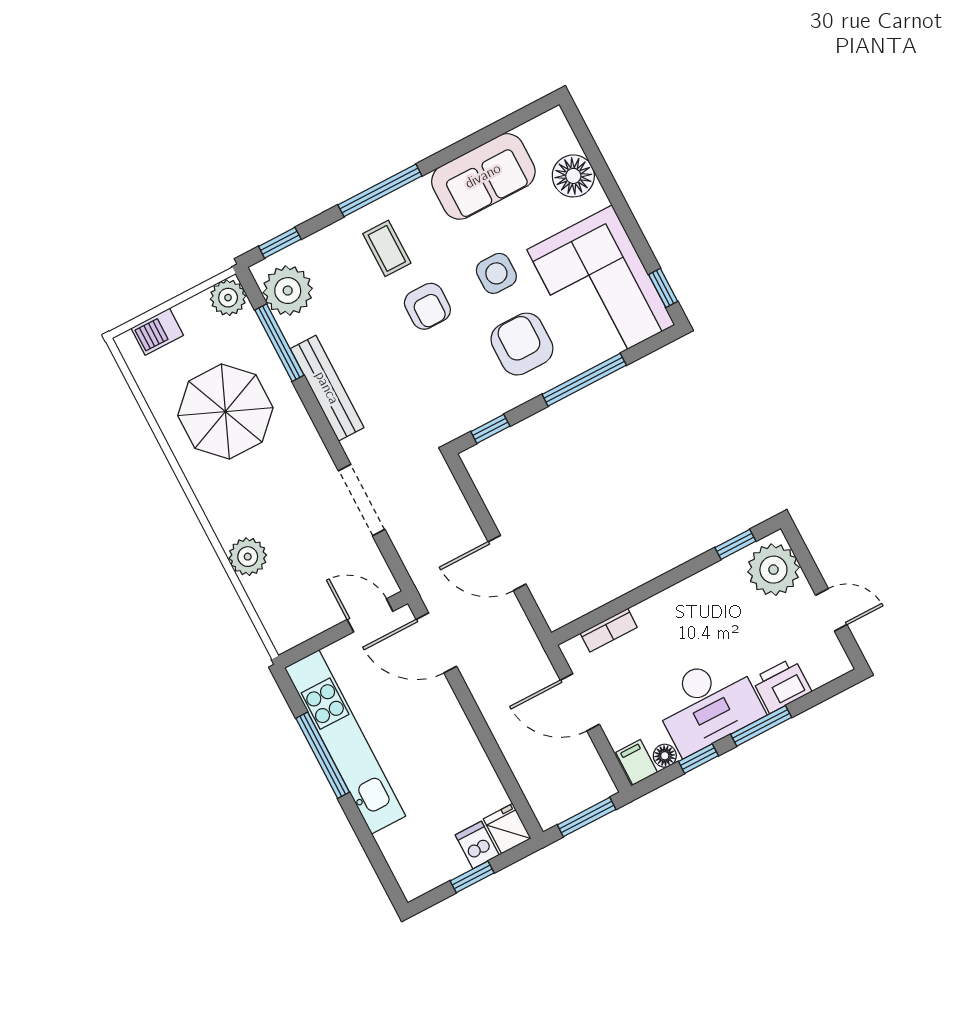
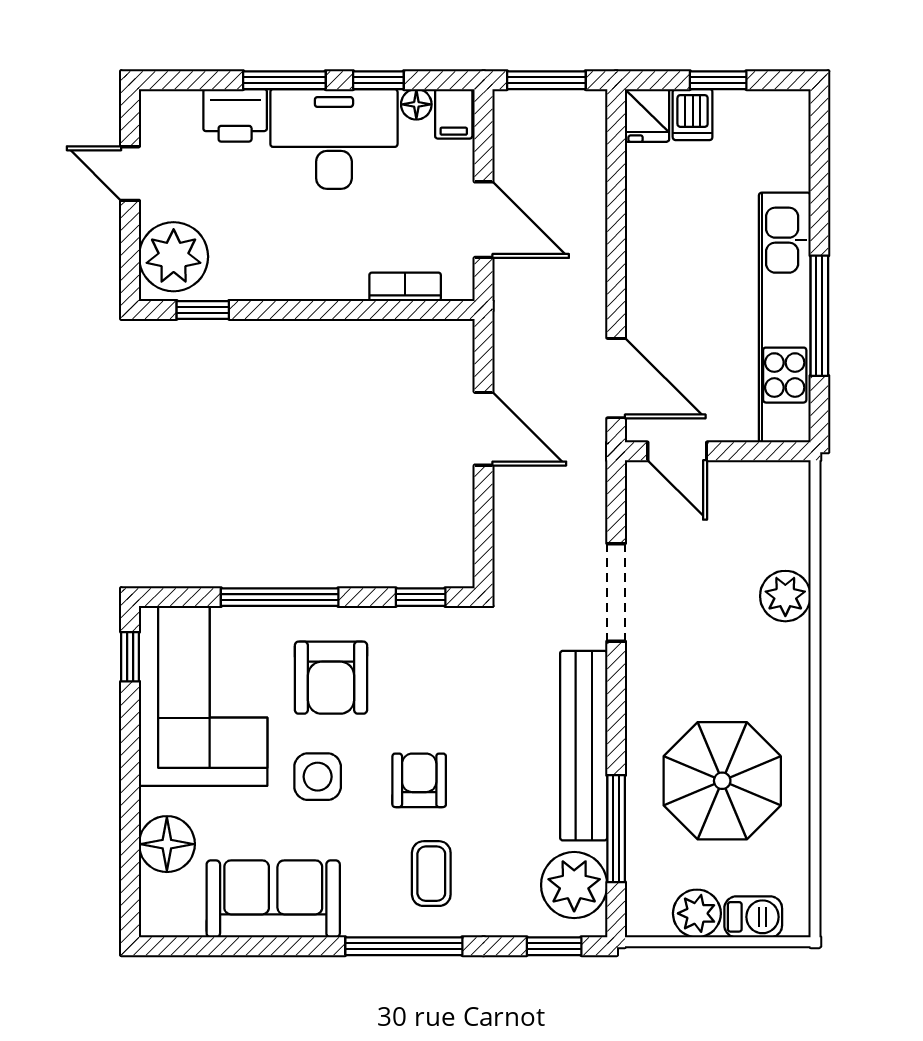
plant: (228, 298) -> (697, 913), moved
bench: (327, 388) -> (584, 746), width x1.37, depth x1.21

